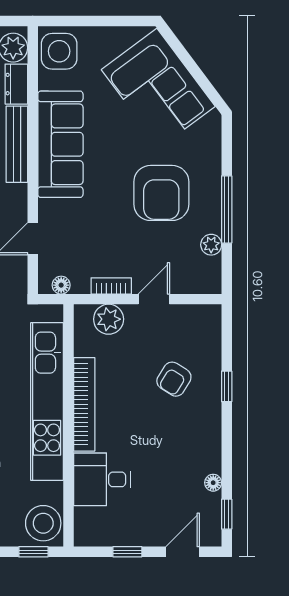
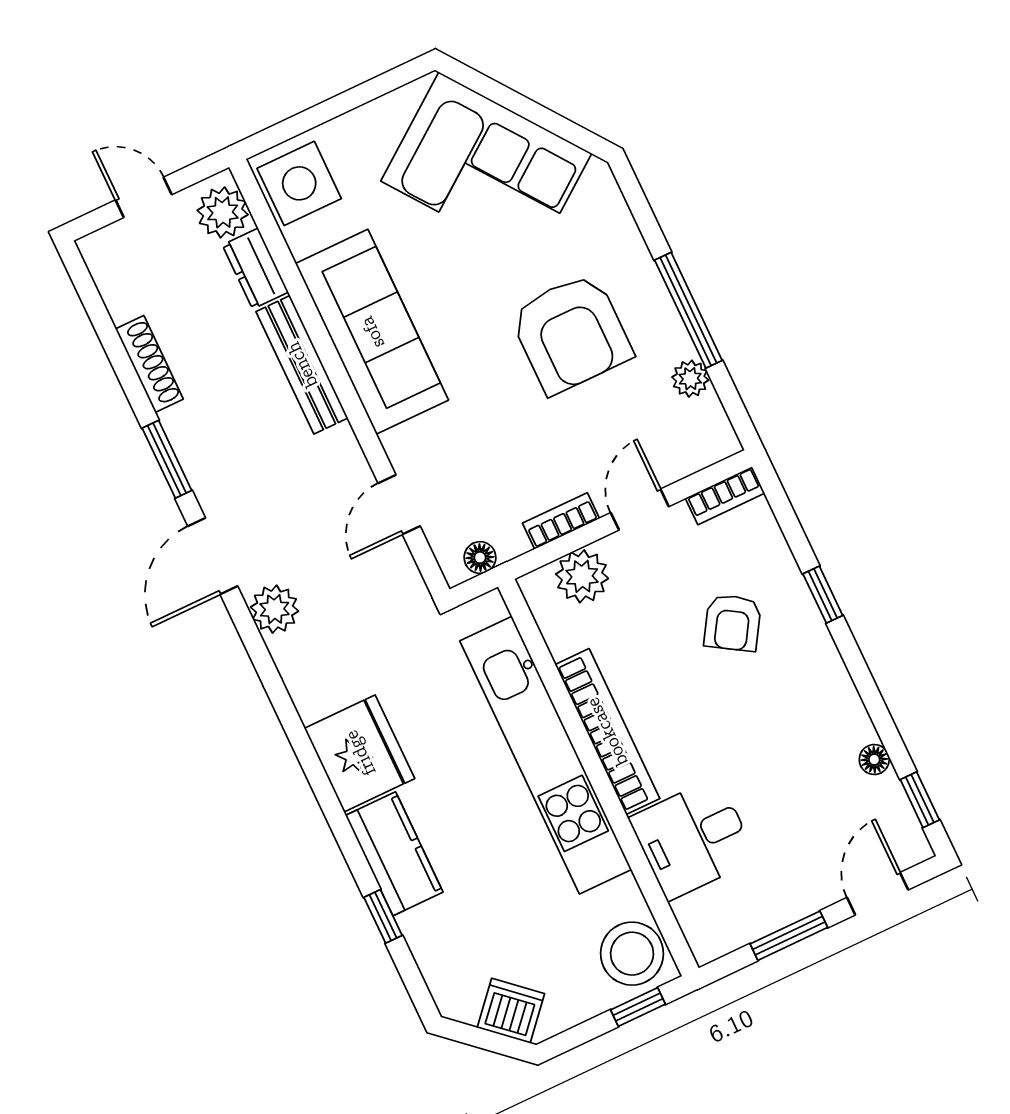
bookcase: (201, 313) -> (725, 496), added
window: (127, 552) -> (789, 936), width x1.50

